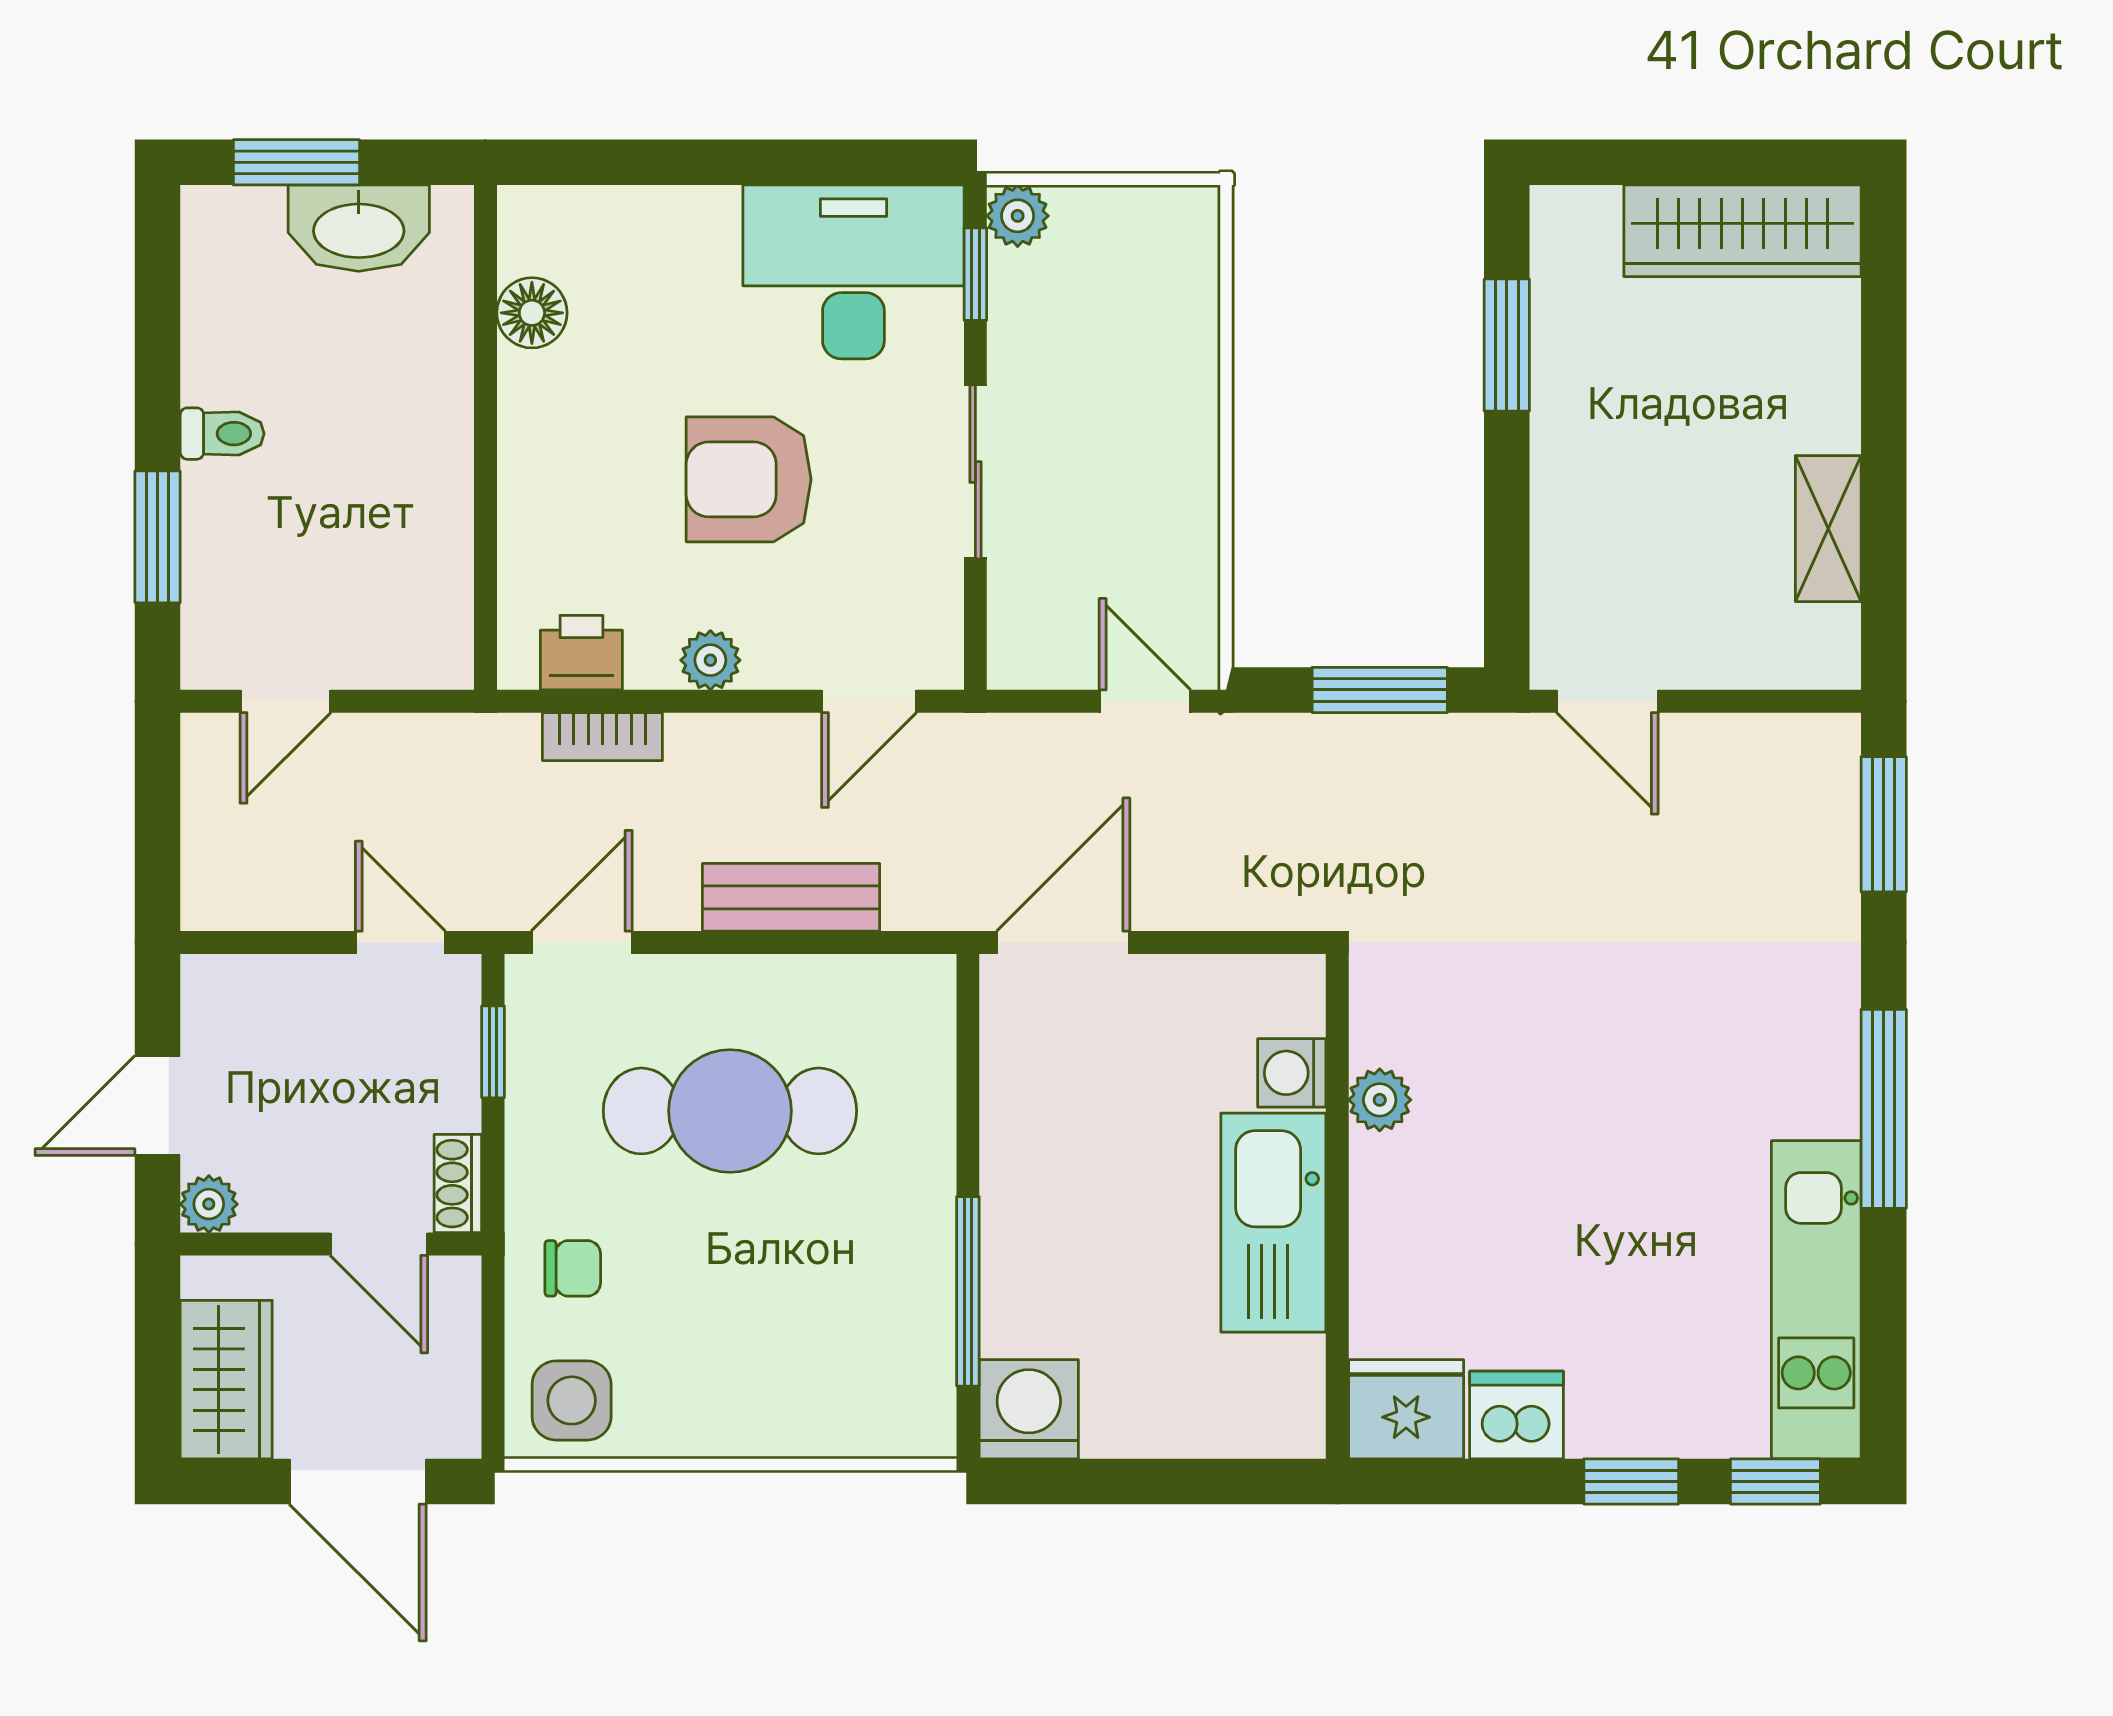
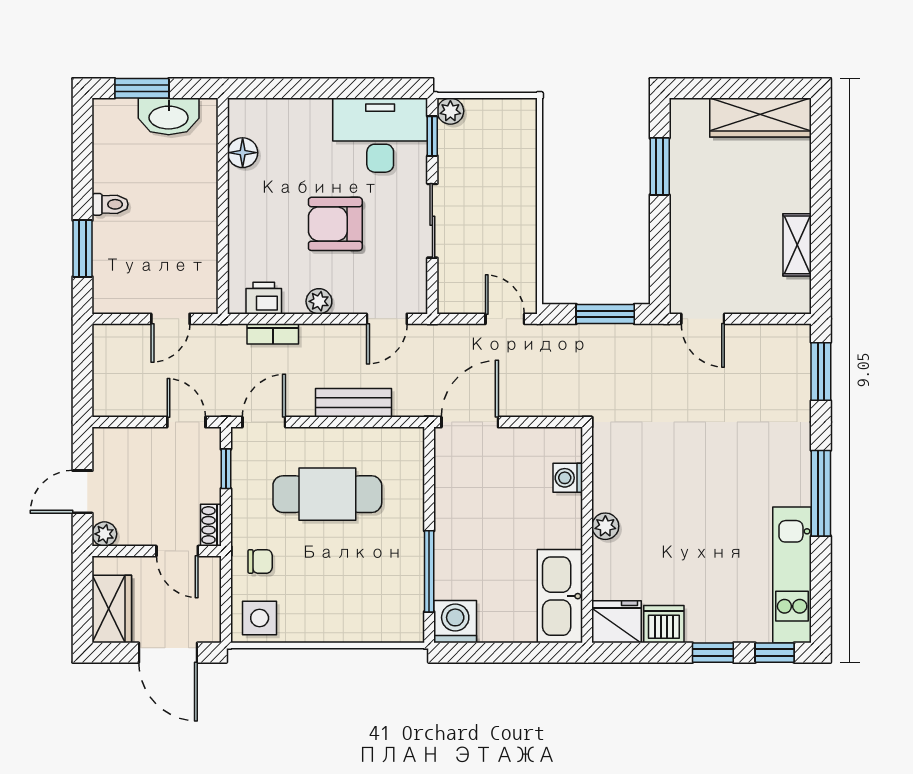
door: (285, 701) -> (170, 319), moved
plant: (1380, 1100) -> (605, 526), moved
kitchen sink: (1273, 1223) -> (560, 596), moved

